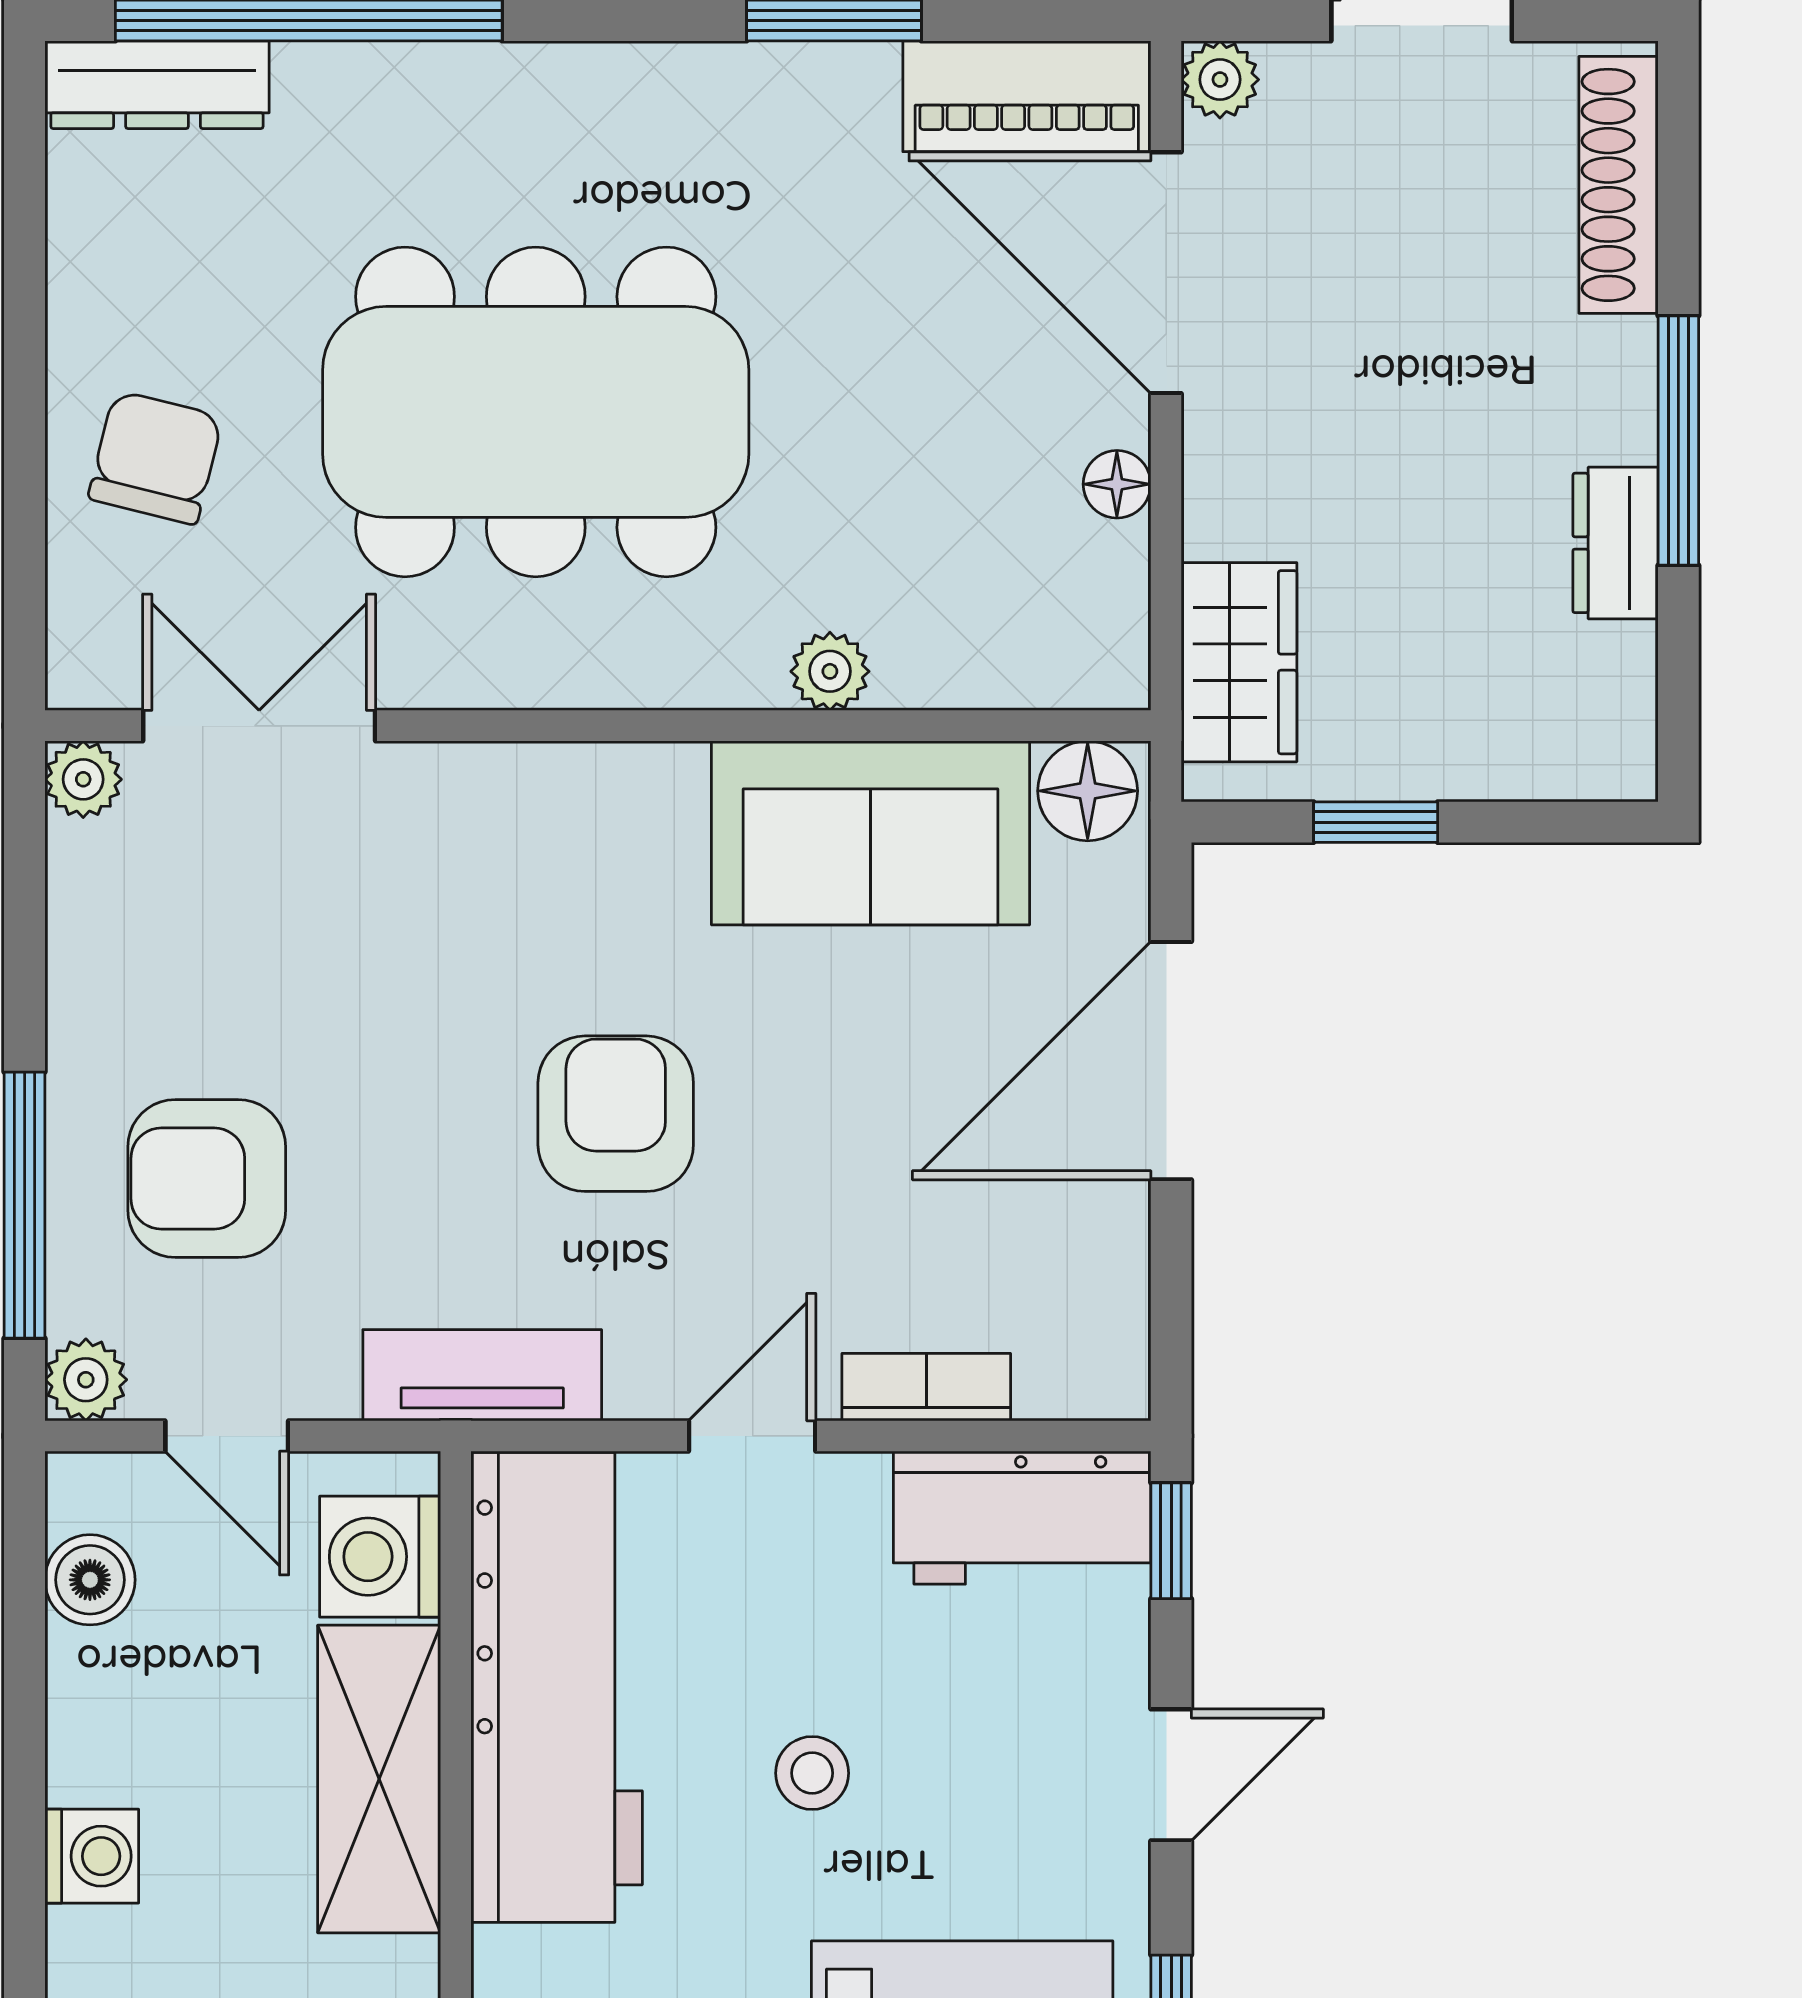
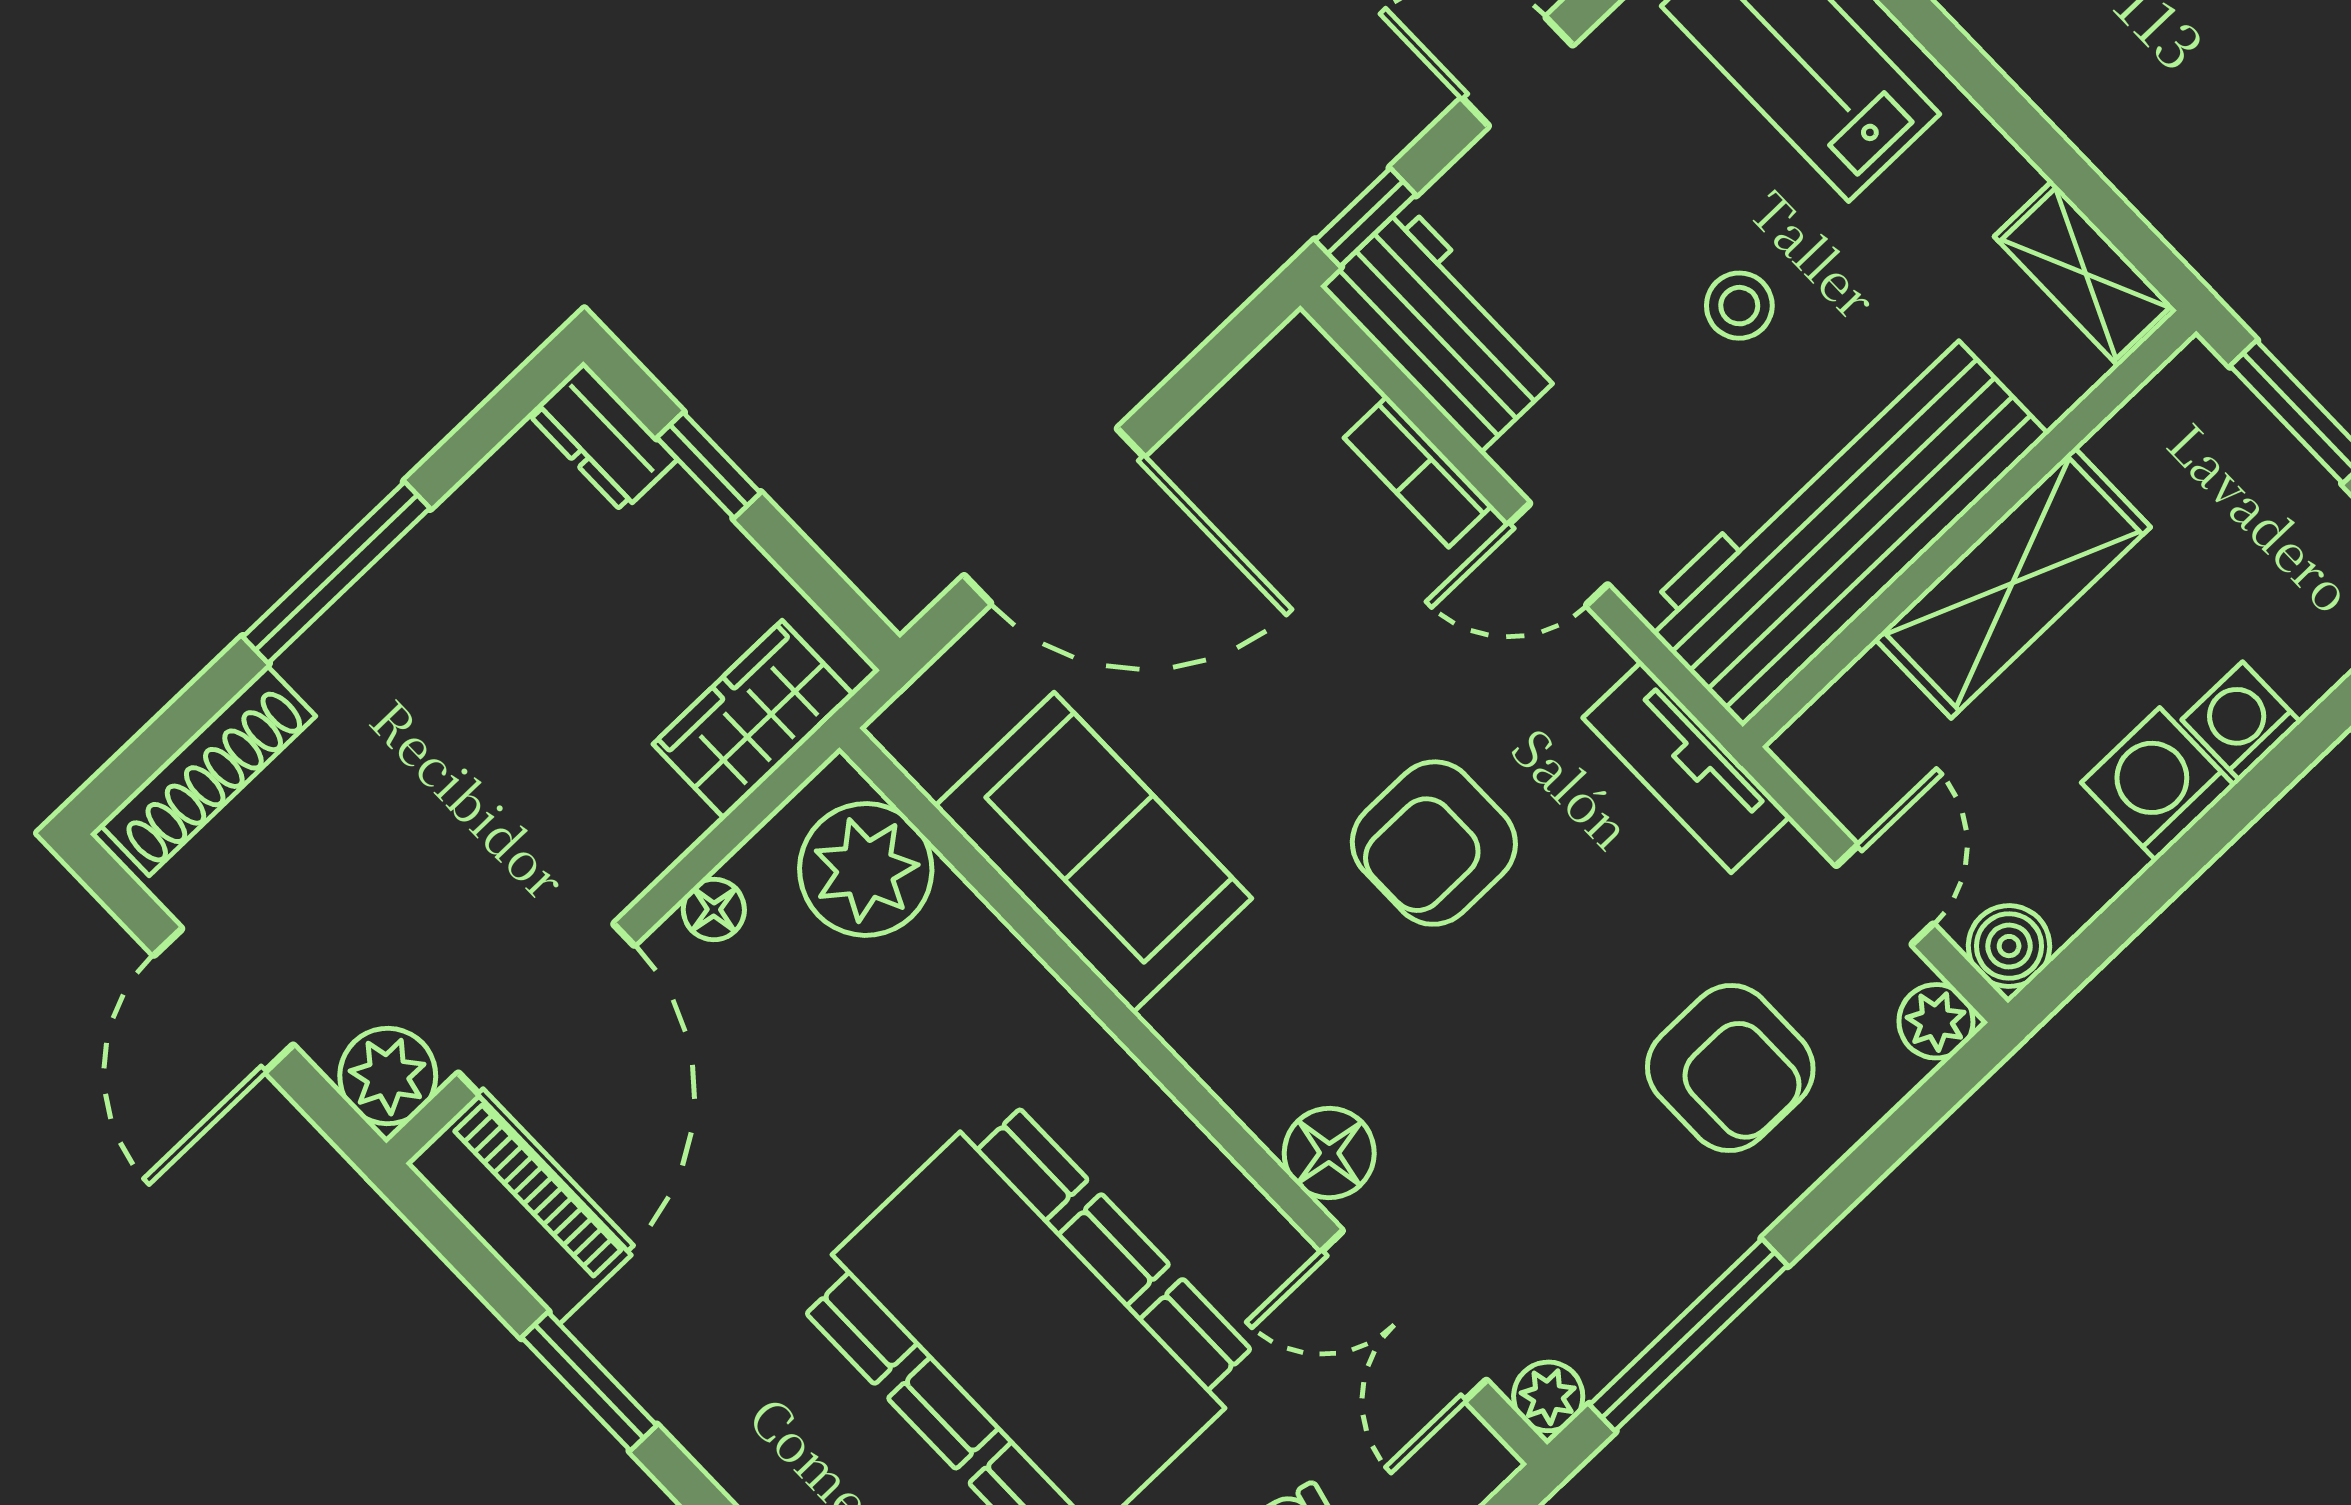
plant: (1220, 80) -> (388, 1076), width x1.38, depth x1.38
dresser: (1615, 543) -> (603, 437), moved, turned 90
plant: (830, 671) -> (866, 869), moved, width x1.88, depth x1.88
floor lamp: (1088, 791) -> (1329, 1153), moved
window: (1376, 822) -> (709, 465), moved
window: (25, 1205) -> (1689, 1335), moved
washing machine: (380, 1557) -> (2158, 784), moved, turned 180
boiler: (90, 1580) -> (2009, 946), moved

